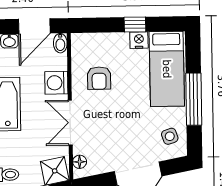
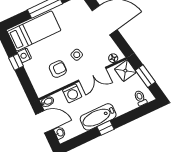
side table: (170, 136) -> (77, 55), moved

